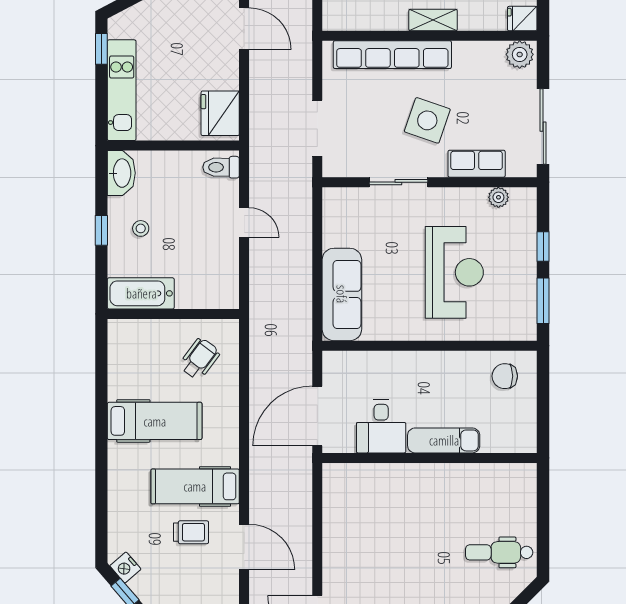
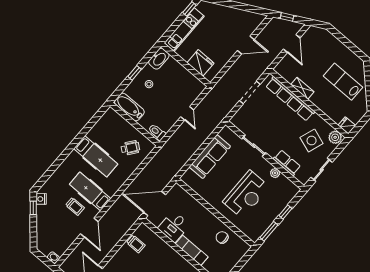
shelving: (433, 20) -> (302, 88), moved
door: (244, 29) -> (246, 45), hinge flipped
fridge: (220, 113) -> (200, 63), moved, turned 90
side table: (427, 120) -> (312, 140), moved
sliding door: (543, 127) -> (322, 170), width x0.73
doorway: (317, 128) -> (250, 92), moved
toilet: (221, 167) -> (157, 132), moved
plant: (498, 197) -> (275, 173), moved
sofa: (342, 294) -> (210, 157), moved
chair: (505, 376) -> (222, 237), moved
trolley: (343, 508) -> (136, 244), added

